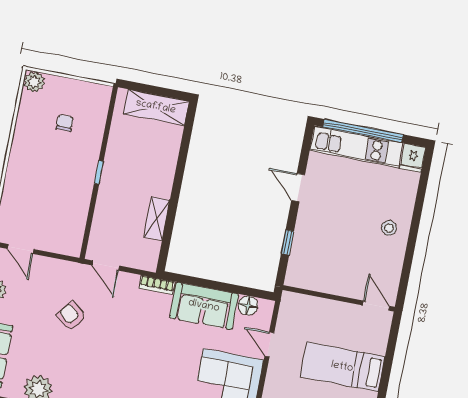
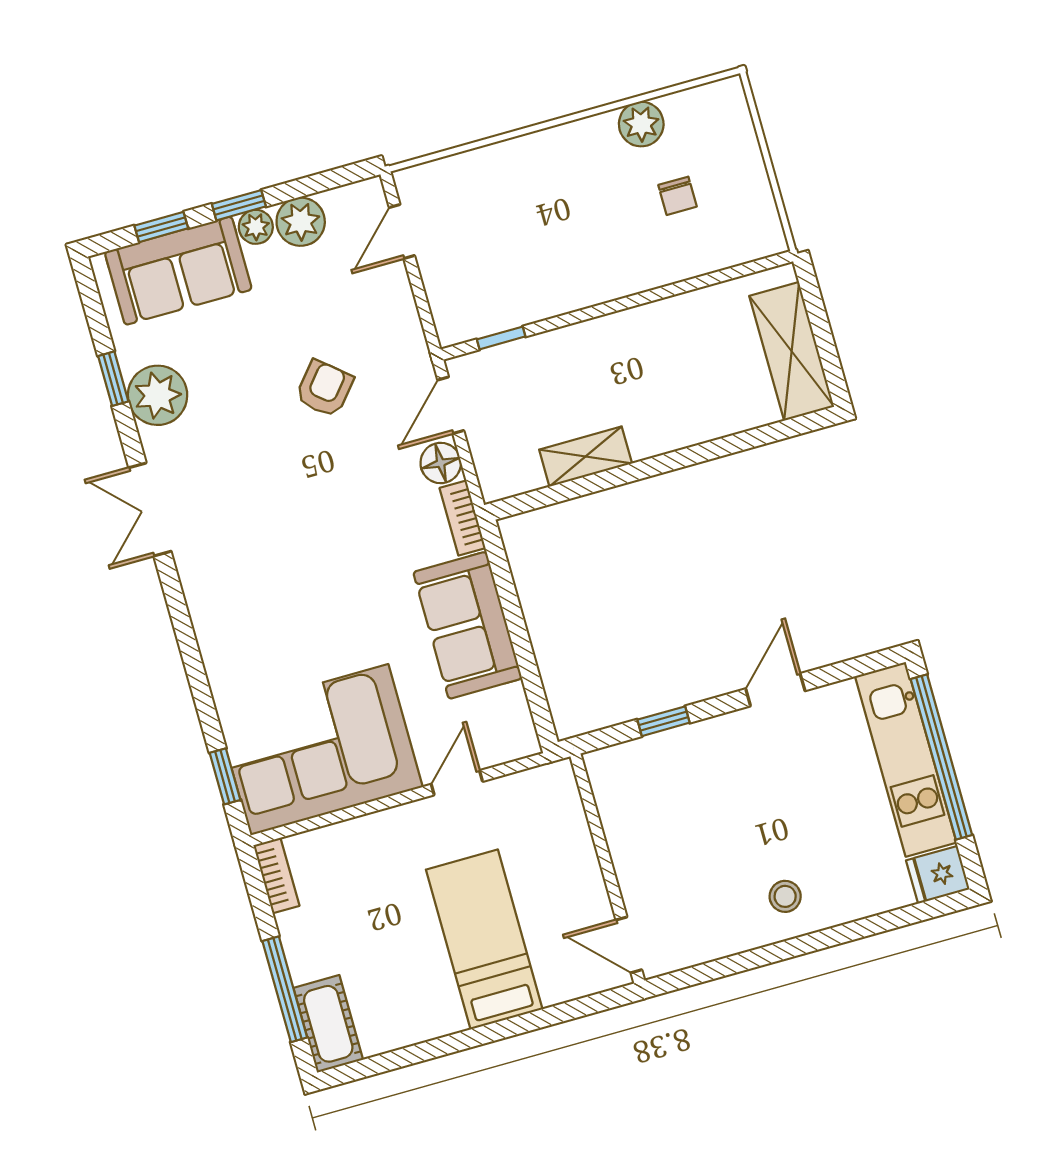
plant: (34, 82) -> (641, 124), moved
chair: (65, 123) -> (677, 196), turned 90
window: (99, 172) -> (501, 338), moved
floor lamp: (248, 306) -> (441, 463), moved
door: (376, 306) -> (629, 945), swing flipped

